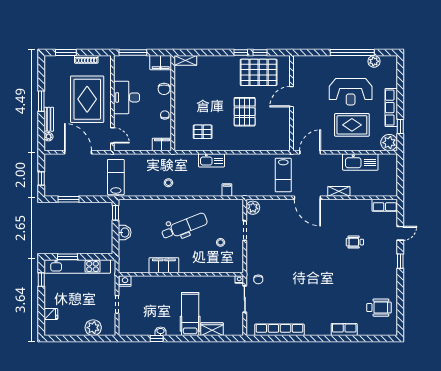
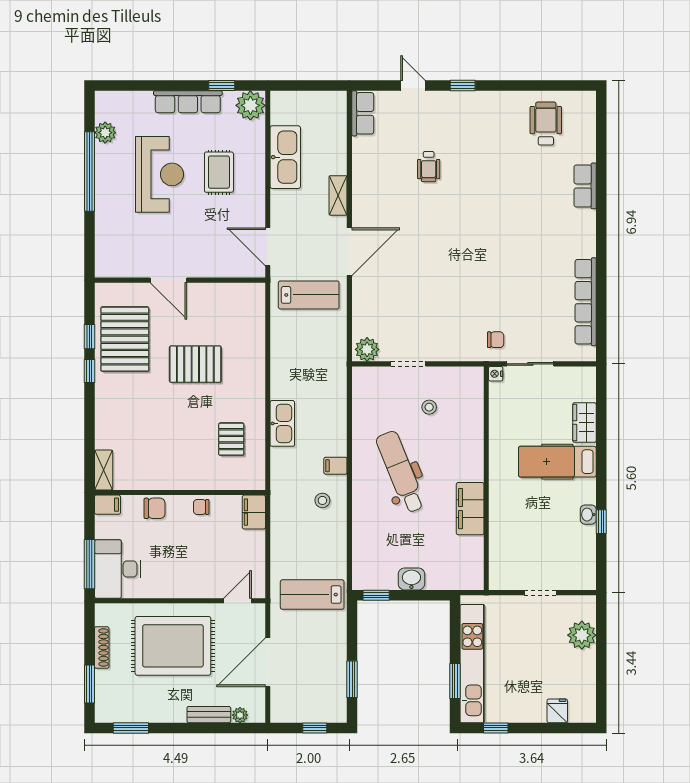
filing cabinet: (161, 63) -> (107, 505), width x0.50
desk: (127, 97) -> (118, 569), moved, turned 90
window: (41, 101) -> (131, 728), moved
rug: (352, 125) -> (219, 172), width x0.73, depth x0.70
filing cabinet: (227, 190) -> (335, 466), moved
nightstand: (125, 281) -> (498, 578), removed

